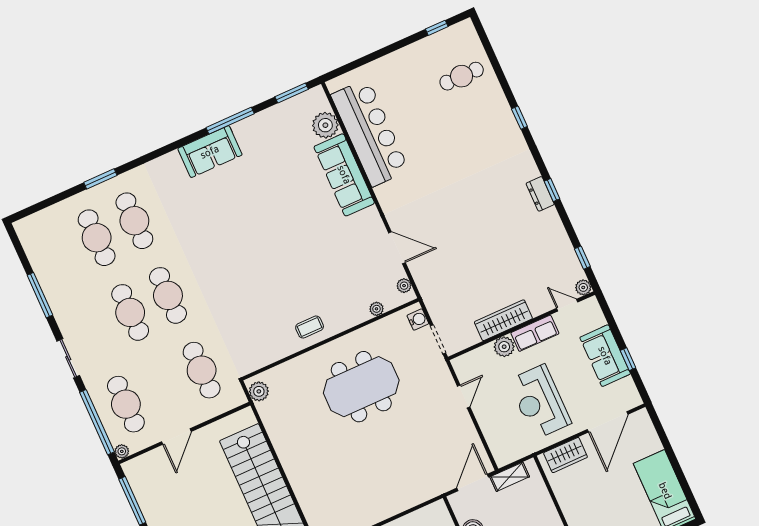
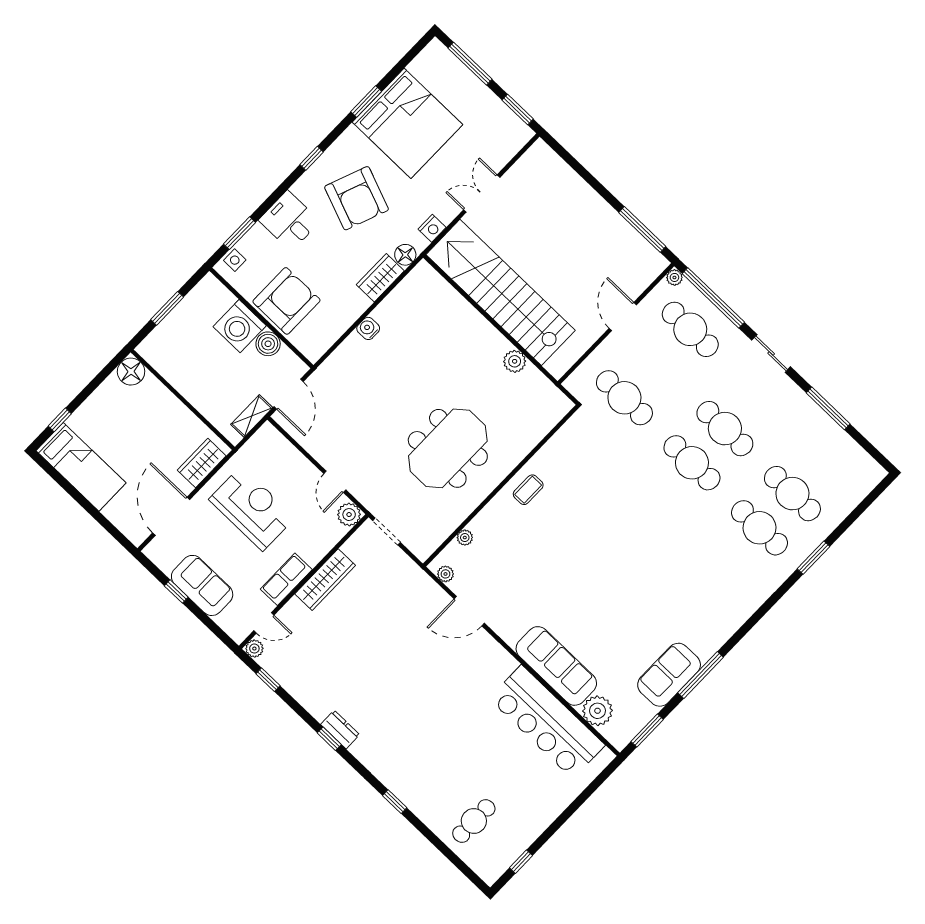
sofa: (210, 152) -> (669, 675), moved
water cooler: (418, 320) -> (368, 328), moved, turned 90
plant: (504, 347) -> (349, 515), moved
plant: (259, 391) -> (515, 361), moved

